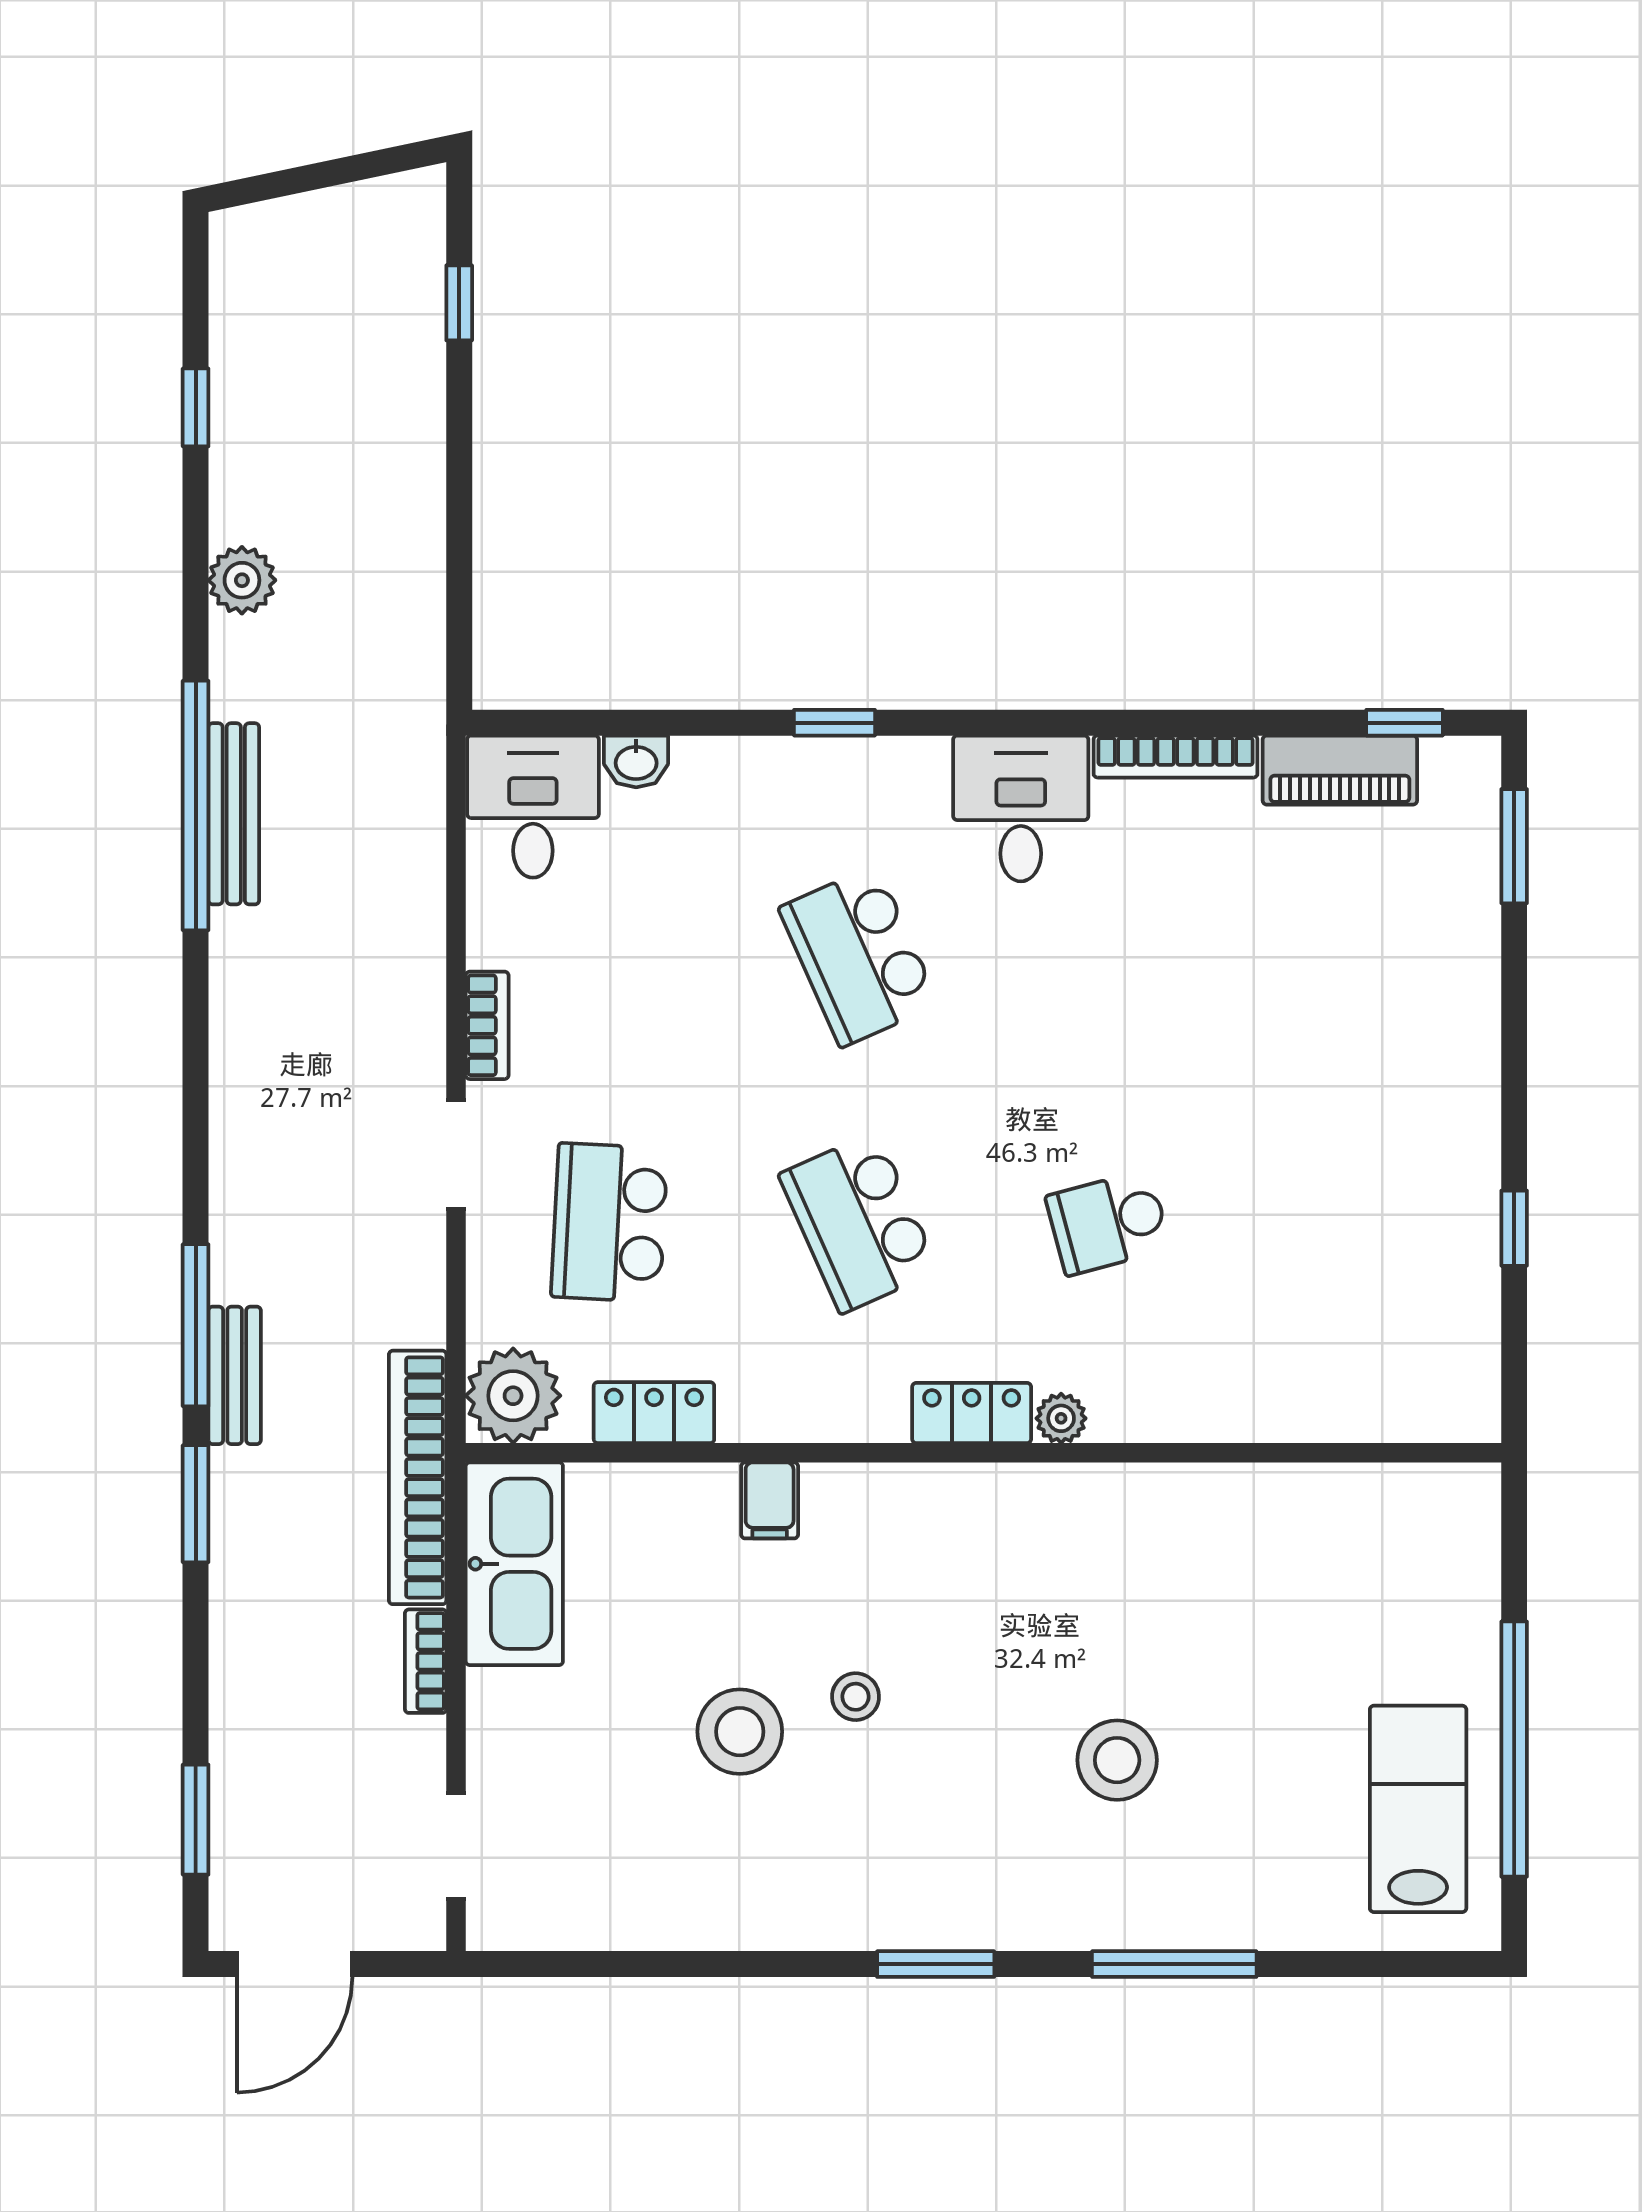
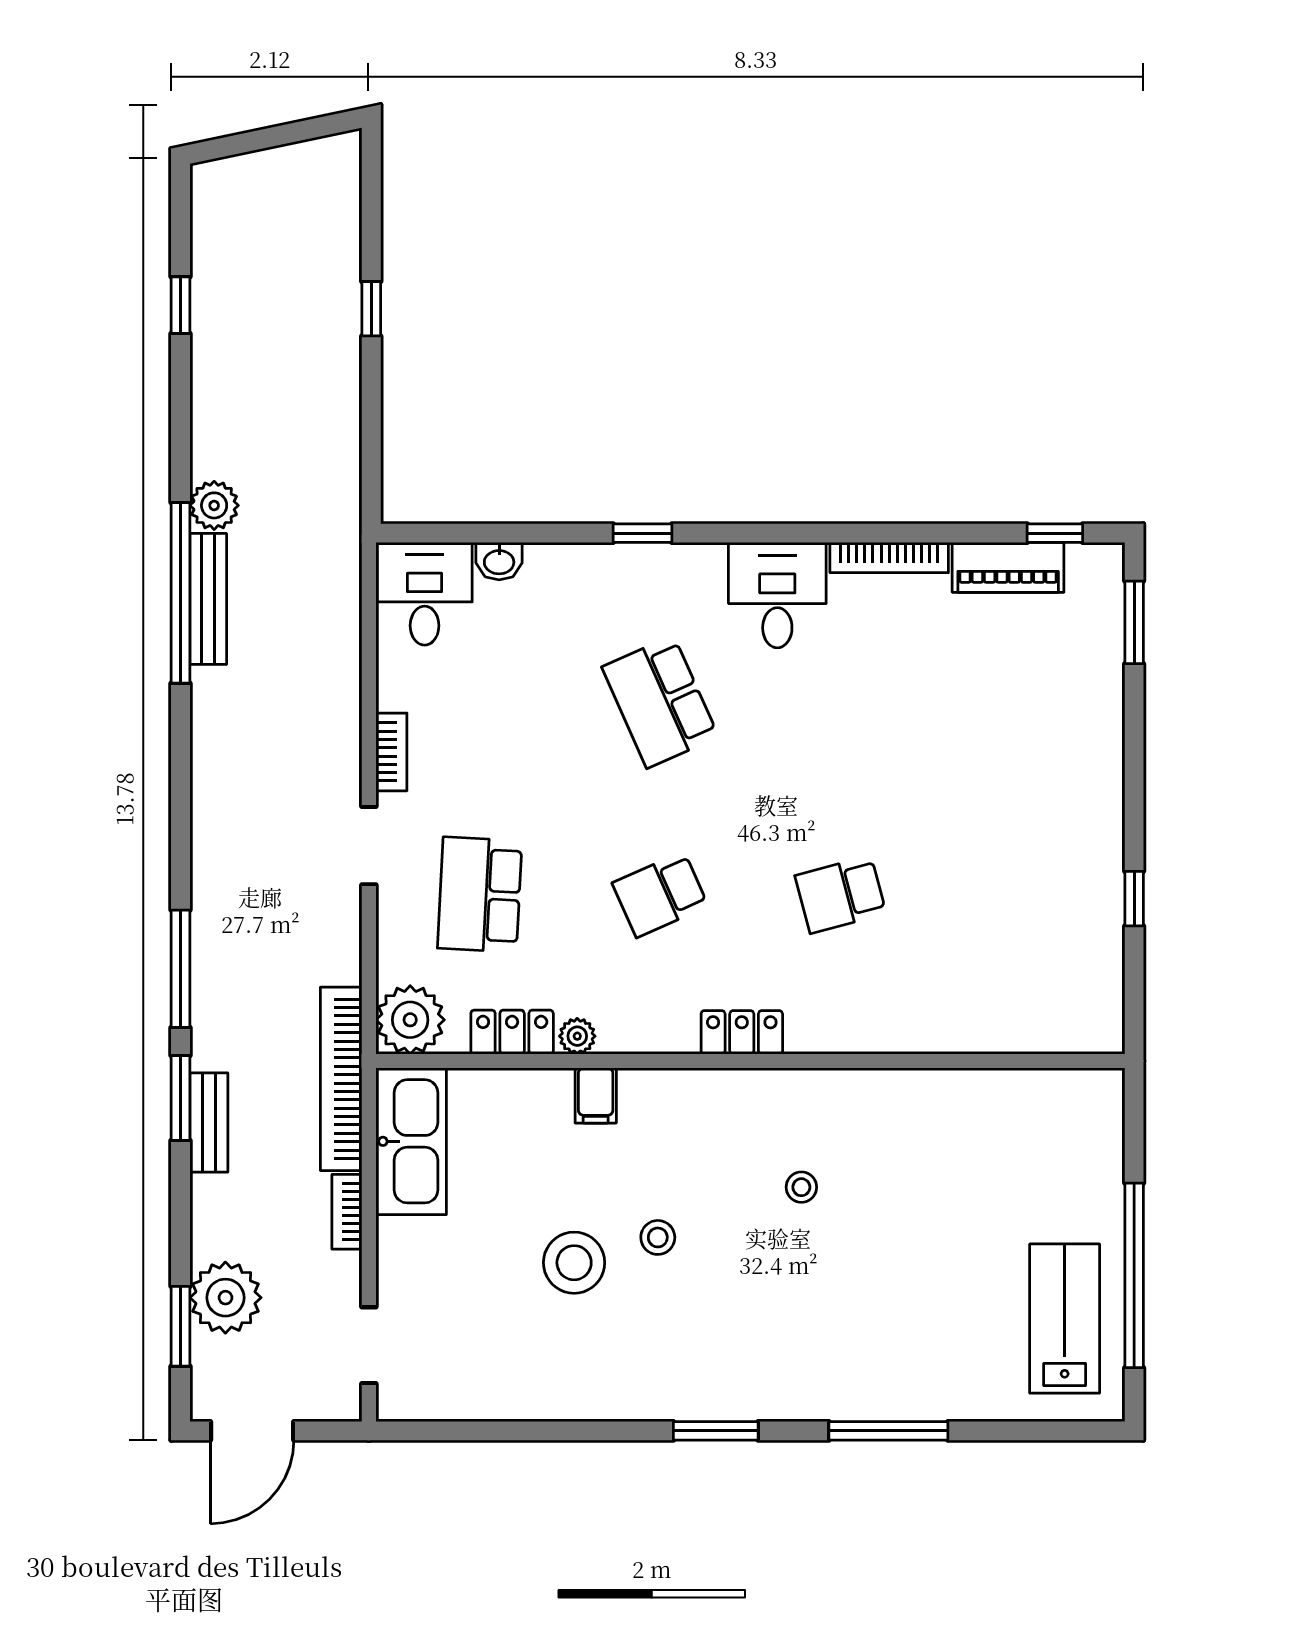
window: (459, 303) -> (371, 309), moved
plant: (242, 580) -> (214, 505), moved
school desk: (859, 1223) -> (660, 895), width x0.54
bench: (235, 1375) -> (209, 1122), moved
plant: (1061, 1418) -> (577, 1036), moved
stool: (1117, 1760) -> (801, 1187), moved, width x0.53, depth x0.53
plant: (258, 1780) -> (225, 1298), added

